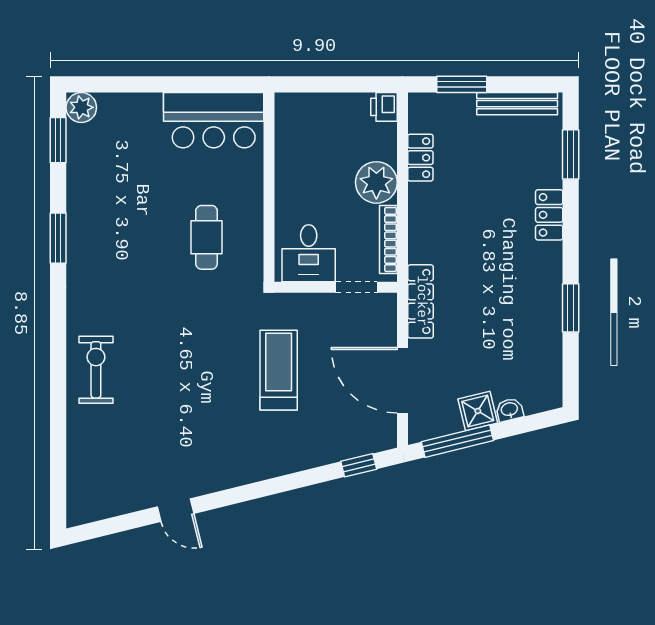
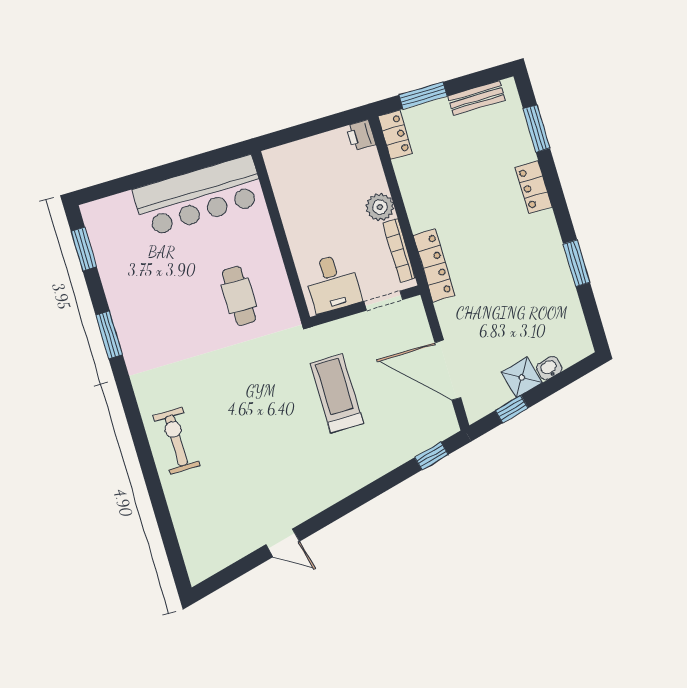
bench: (517, 104) -> (477, 98), width x0.73
plant: (81, 107) -> (96, 214), removed
bar counter: (214, 120) -> (199, 196), width x1.36
locker: (420, 158) -> (395, 135), moved
plant: (376, 182) -> (380, 207), width x0.73, depth x0.73
locker: (421, 301) -> (434, 265), moved
window: (457, 441) -> (512, 409), width x0.46

